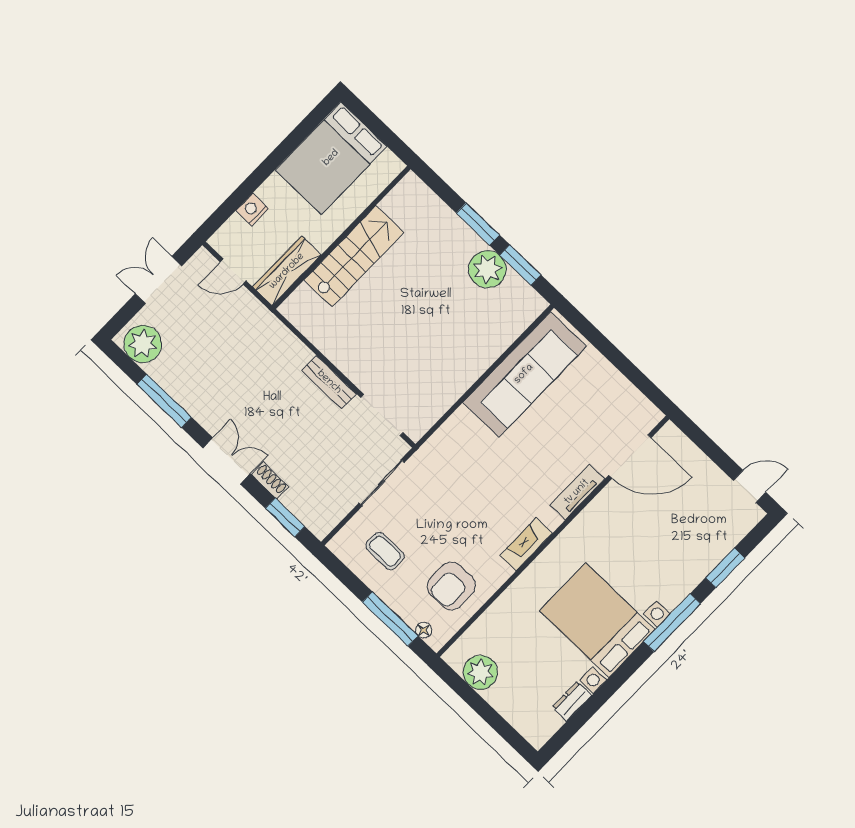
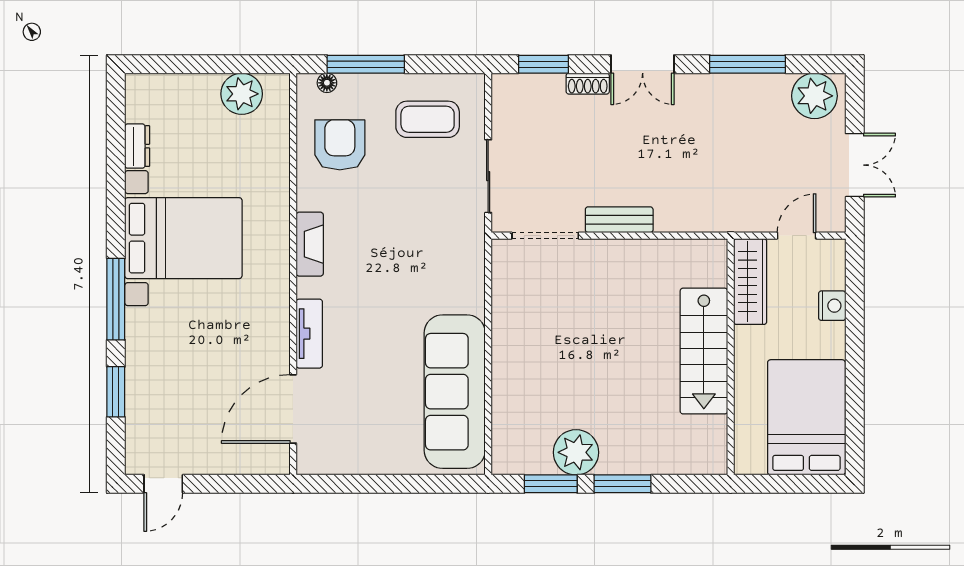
coffee table: (385, 551) -> (428, 119), width x1.36, depth x1.30

